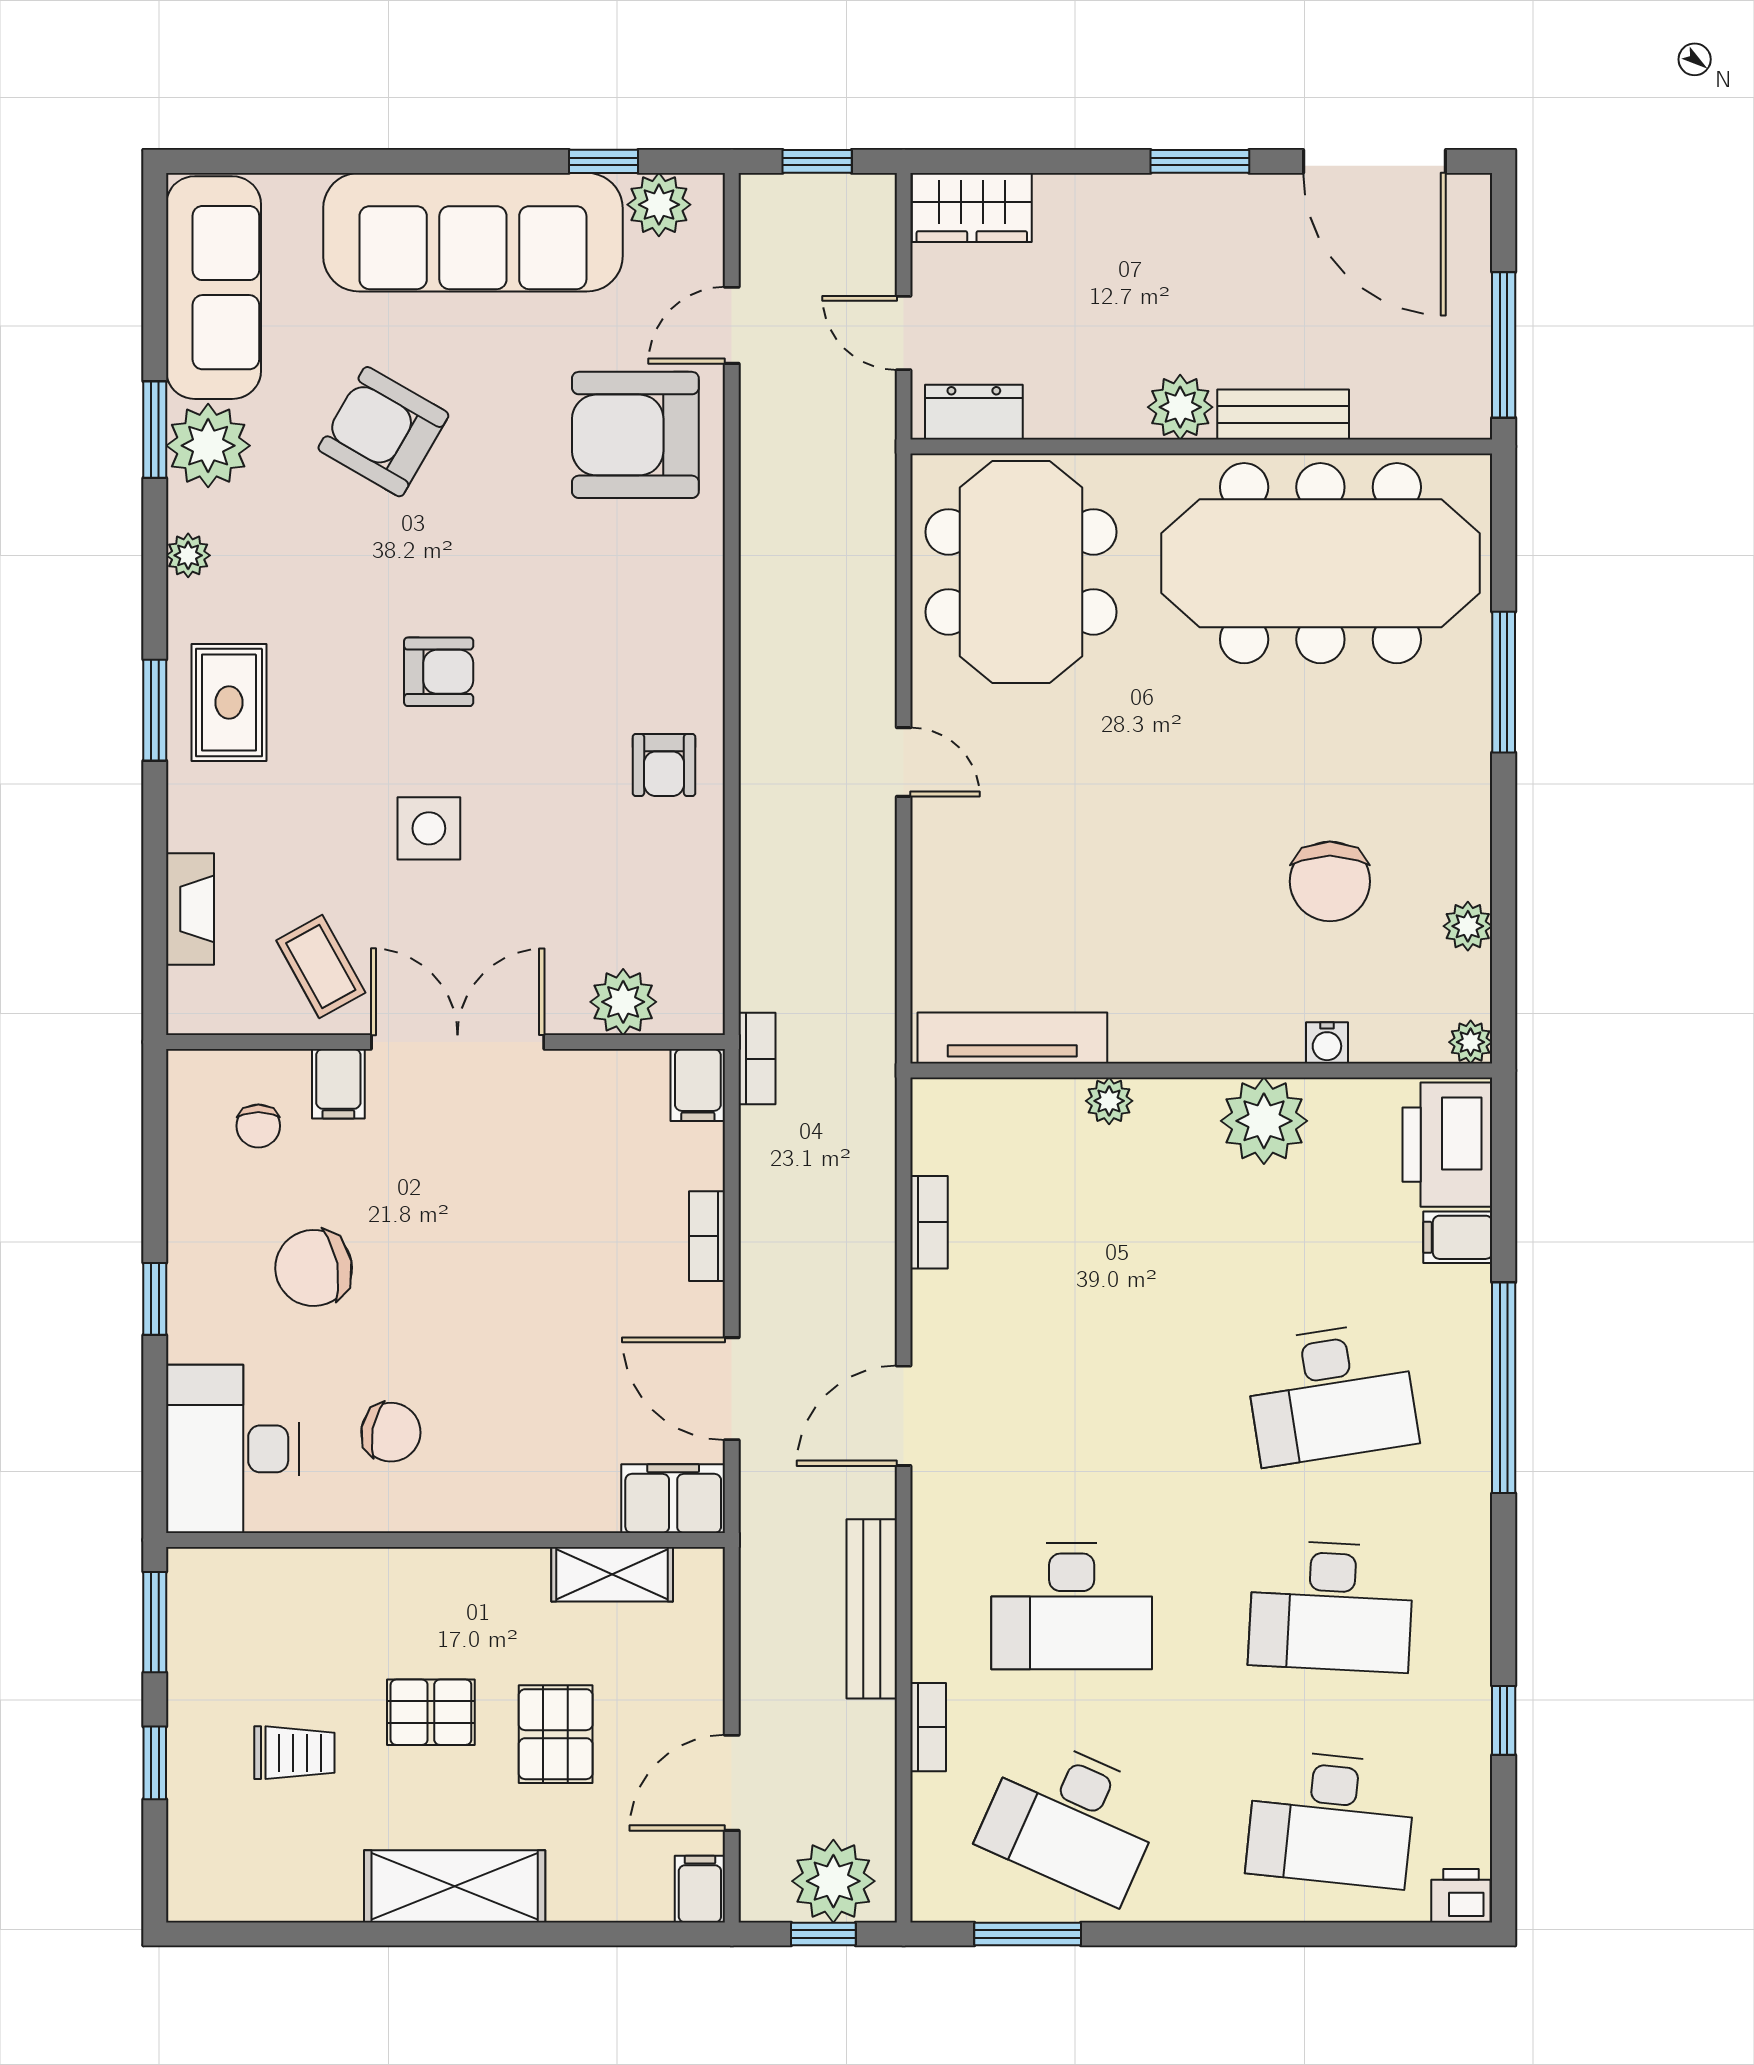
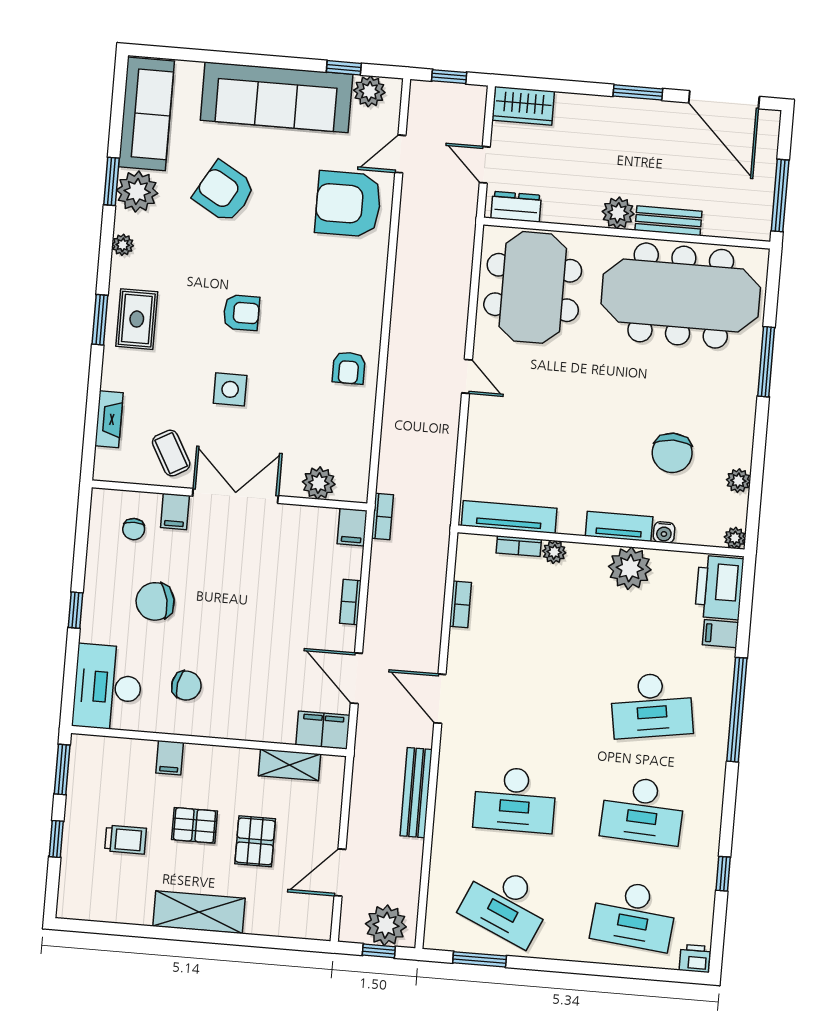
tv unit: (1235, 1038) -> (619, 526), added
door: (904, 1416) -> (440, 699), hinge flipped
bookcase: (928, 1727) -> (519, 546), moved, turned 90
filing cabinet: (700, 1889) -> (170, 758), moved, turned 180

